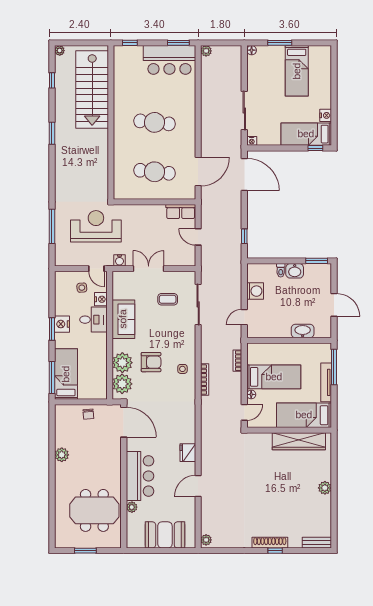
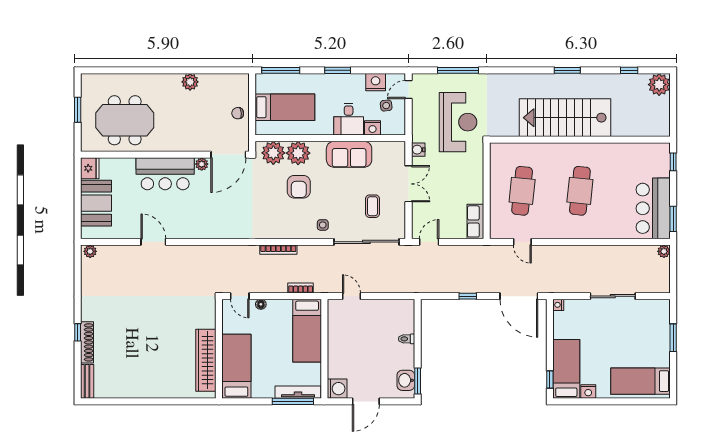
floor lamp: (252, 50) -> (665, 305), removed
plant: (60, 51) -> (659, 85), width x1.88, depth x1.88
bed: (297, 71) -> (641, 381), moved
stairs: (92, 90) -> (565, 118), moved
sliding door: (244, 111) -> (613, 296), moved
door: (198, 172) -> (522, 242), width x0.53
door: (244, 175) -> (519, 296), hinge flipped
window: (244, 236) -> (468, 296), moved
door: (198, 237) -> (429, 242), moved
door: (96, 269) -> (408, 90), moved
washbasin: (295, 271) -> (406, 380), moved
washing machine: (255, 291) -> (337, 389), moved, turned -90
sliding door: (198, 304) -> (366, 242), width x1.36
nightstand: (62, 324) -> (376, 82), moved
washbasin: (303, 331) -> (335, 365), removed
side table: (182, 369) -> (323, 225), moved
bed: (66, 374) -> (285, 107), moved
bed: (274, 377) -> (307, 331), moved
tv unit: (326, 382) -> (298, 392), moved
fridge: (188, 453) -> (90, 168), moved, turned 90
plant: (325, 488) -> (151, 391), removed
plant: (132, 507) -> (202, 164), moved
meeting table: (94, 510) -> (125, 120), turned 90
shoe rack: (270, 543) -> (87, 342), moved

